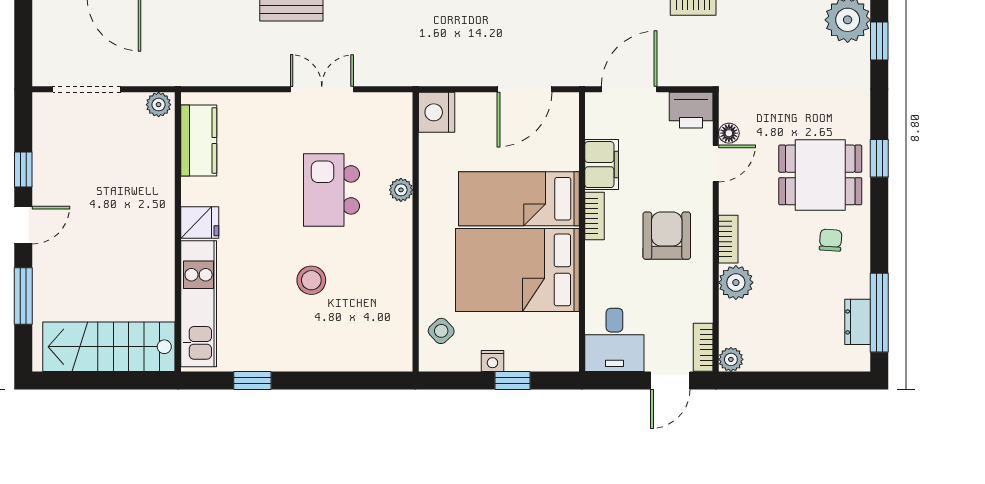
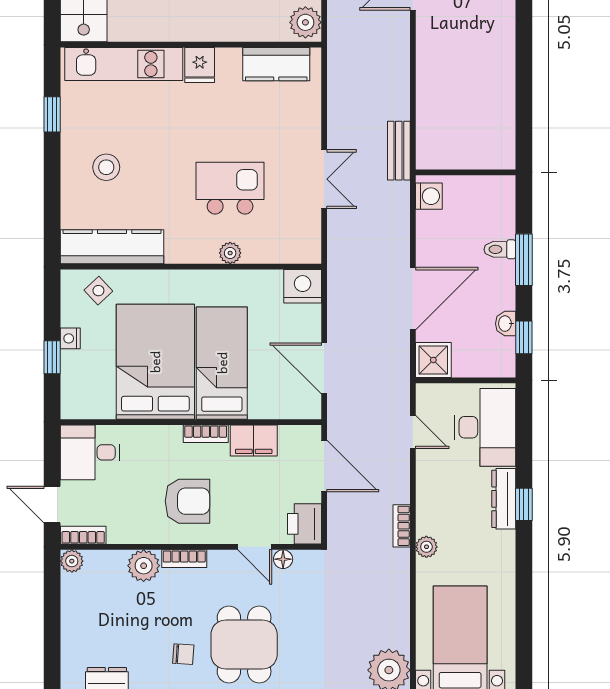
plant: (159, 105) -> (305, 22), width x1.38, depth x1.38
stool: (311, 280) -> (106, 167), moved
kitchen counter: (394, 316) -> (112, 247), added

